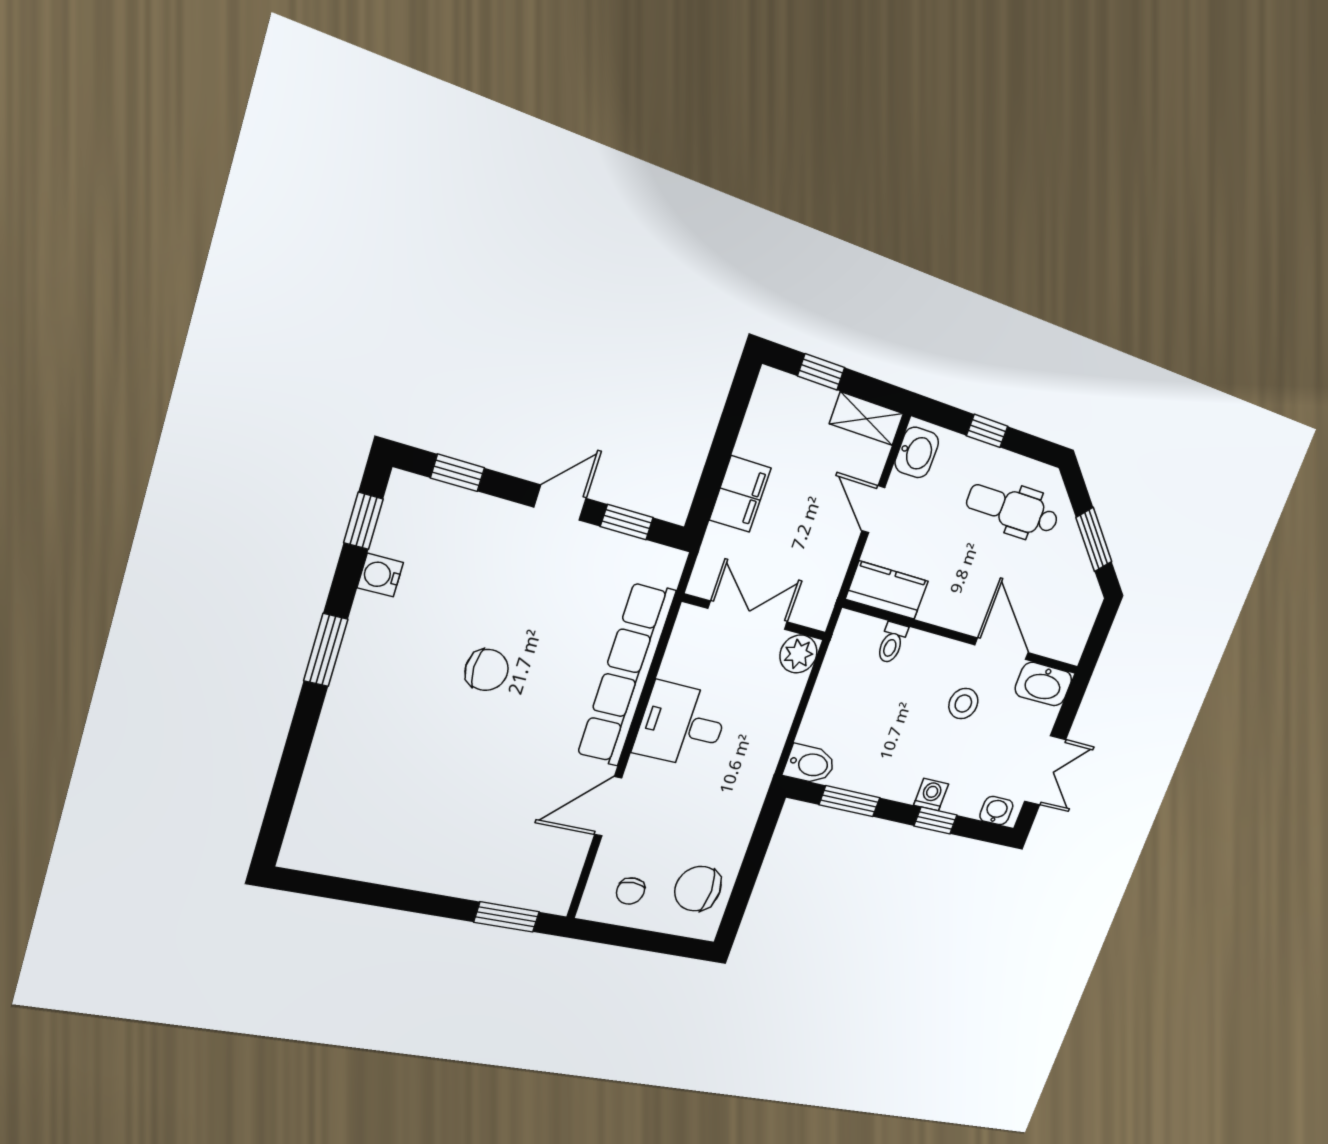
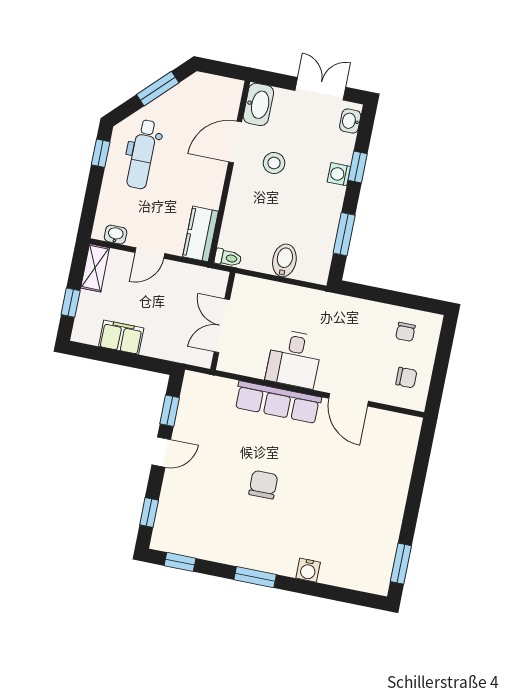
window: (987, 431) -> (101, 153), moved
washbasin: (917, 452) -> (116, 235), width x0.72, depth x0.69
filing cabinet: (740, 494) -> (121, 337), moved
door: (560, 503) -> (161, 452), swing flipped
water cooler: (380, 575) -> (308, 570), moved
toilet: (892, 643) -> (228, 258), moved
plant: (798, 654) -> (245, 288), removed
row of seats: (626, 674) -> (278, 402), width x0.73
bidet: (810, 764) -> (284, 260), moved
chair: (698, 889) -> (405, 332), width x0.54, depth x0.54
window: (507, 917) -> (401, 564), moved

